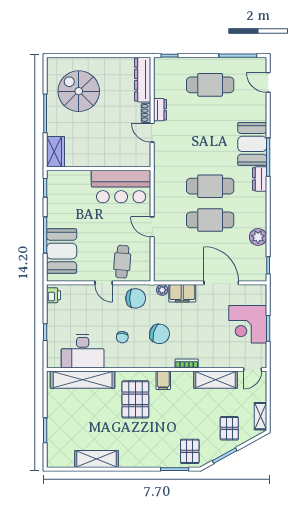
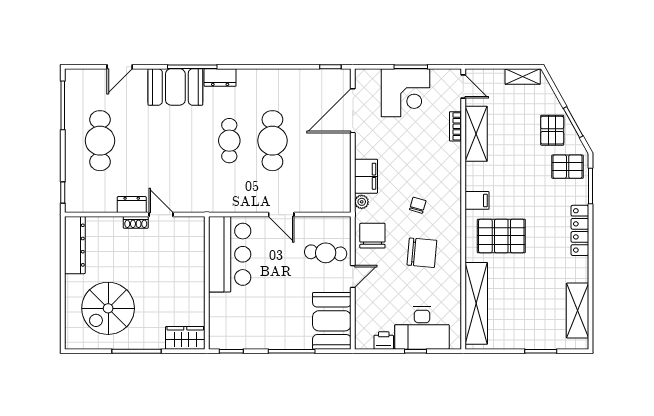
dresser: (143, 80) -> (75, 245), moved, turned -90
door: (268, 82) -> (120, 67), moved
door: (152, 133) -> (161, 215), swing flipped
cafe table: (210, 186) -> (229, 141), width x0.73, depth x0.74
door: (152, 227) -> (281, 215), hinge flipped
plant: (258, 237) -> (294, 80), removed
booth: (62, 251) -> (332, 321), moved, turned 90
door: (221, 283) -> (353, 111), moved
printer: (53, 295) -> (384, 340), moved
chair: (160, 334) -> (418, 205), width x0.54, depth x0.54
chair: (122, 337) -> (422, 253), width x1.87, depth x1.87
desk: (83, 351) -> (422, 328), moved, turned 90
bookcase: (187, 363) -> (455, 126), moved
pallet: (229, 428) -> (552, 130), moved, turned 90
shelving: (96, 459) -> (577, 311), moved
locker: (140, 461) -> (580, 230), added

